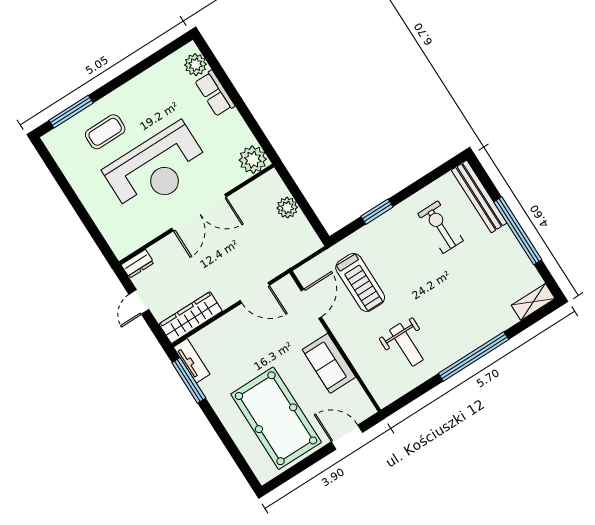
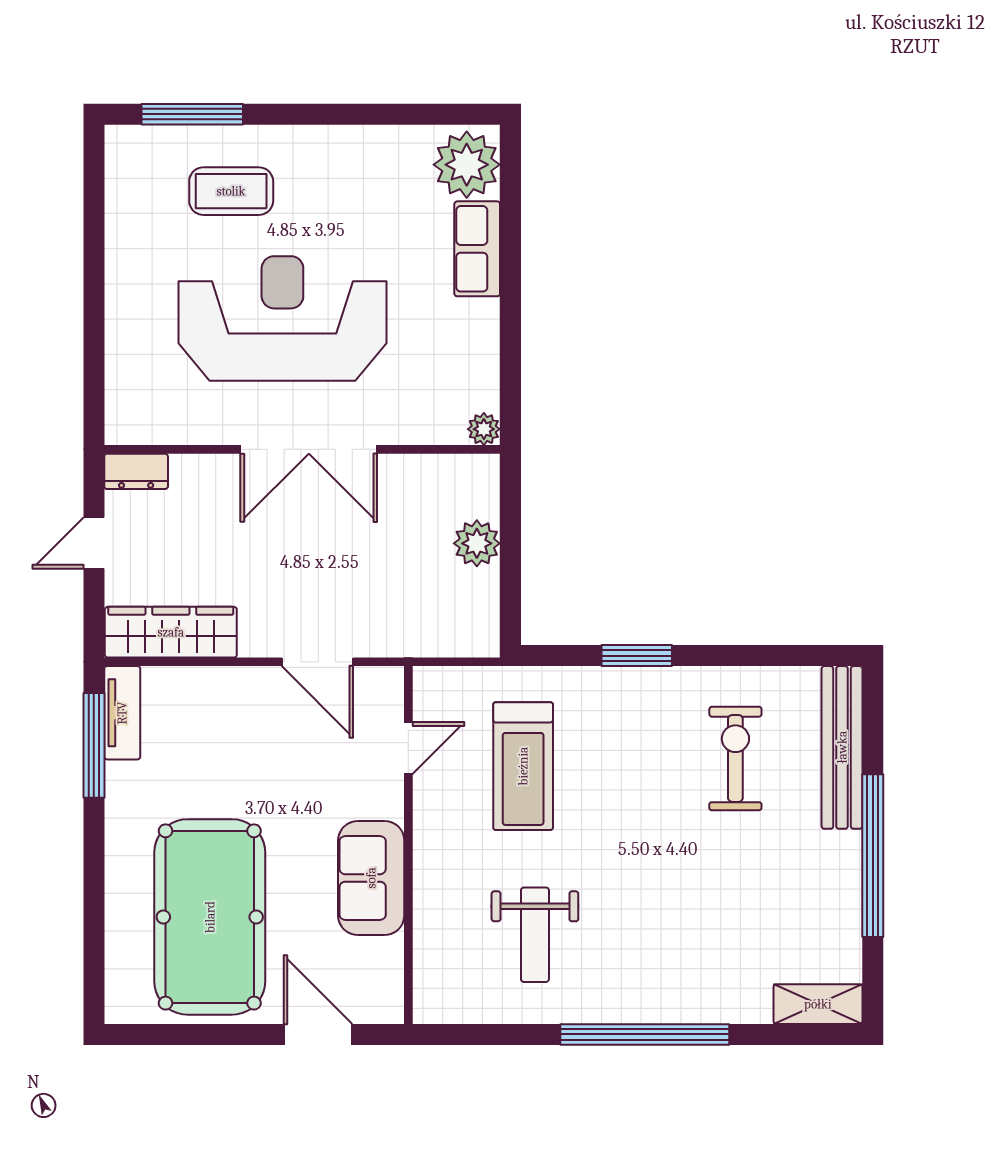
plant: (196, 65) -> (467, 165), width x1.36, depth x1.36
plant: (253, 160) -> (484, 429), width x0.53, depth x0.53
reception desk: (156, 168) -> (282, 319), turned 180
door: (311, 304) -> (408, 748), width x0.73

